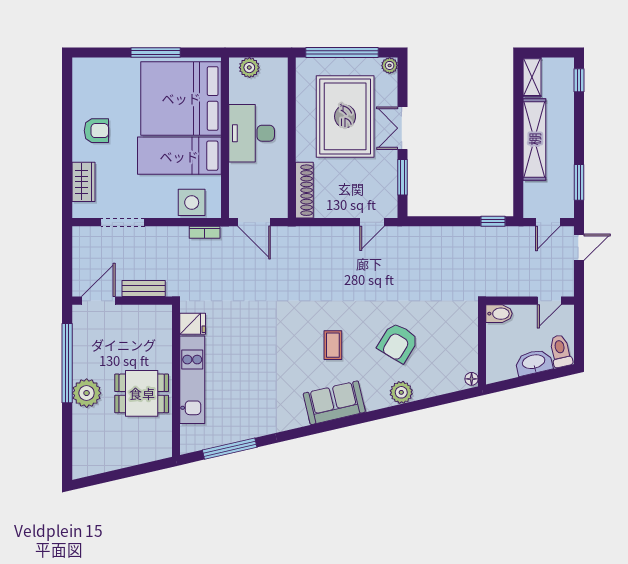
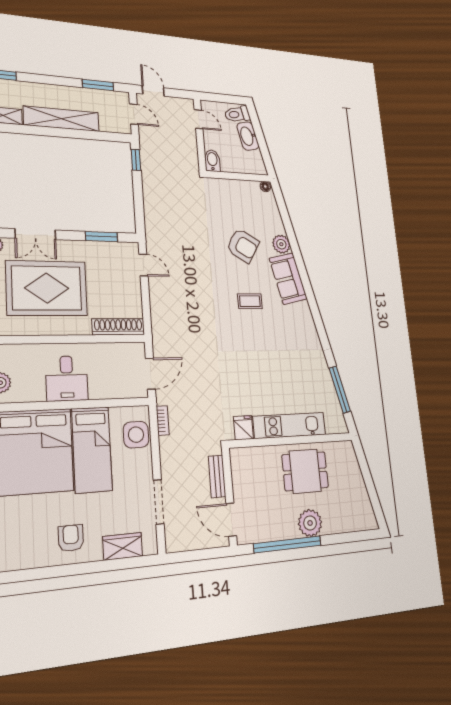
double door: (403, 128) -> (35, 234), moved
desk: (252, 133) -> (67, 378), width x0.73
dining table: (142, 393) -> (305, 471), turned 90
sofa: (334, 403) -> (288, 279), moved

